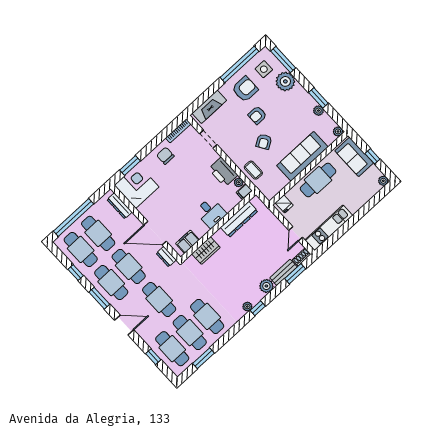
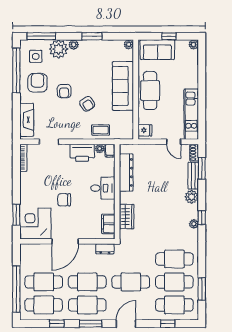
plant: (318, 111) -> (74, 45), moved
chair: (165, 156) -> (64, 200), moved
dresser: (120, 206) -> (38, 249), removed
door: (155, 233) -> (65, 241), moved

